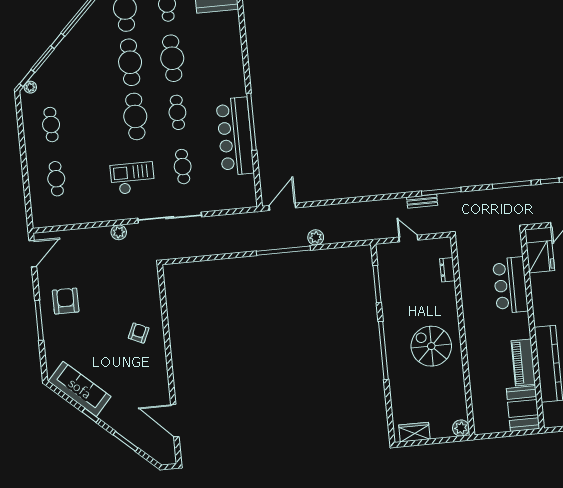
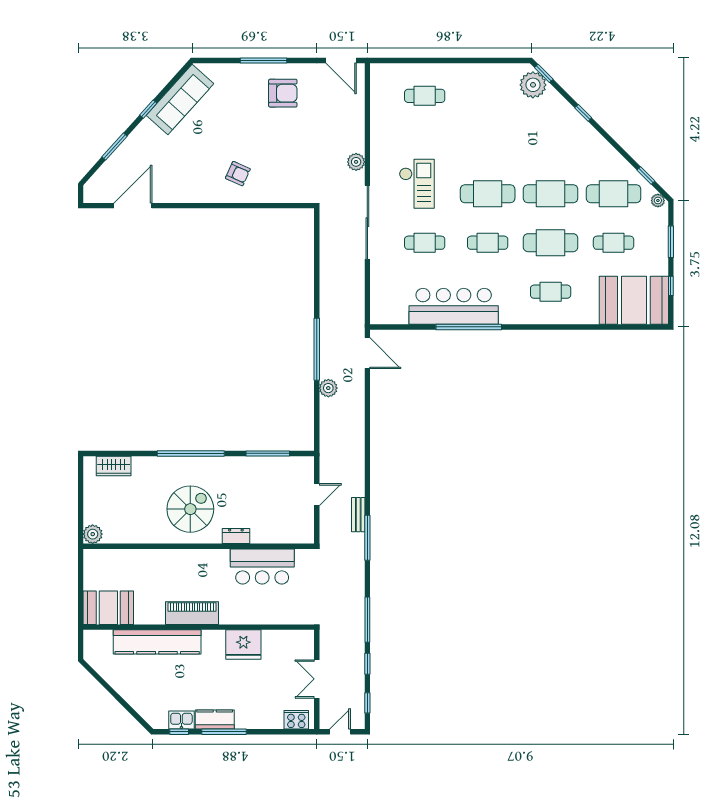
plant: (30, 87) -> (533, 85), width x1.87, depth x1.87
cafe table: (51, 125) -> (551, 292), moved
fridge: (540, 257) -> (243, 645), moved
dresser: (447, 270) -> (236, 536), moved
bar counter: (510, 285) -> (262, 566), moved, turned 180
piano: (523, 363) -> (192, 613), moved
wardrobe: (414, 432) -> (114, 466), moved, turned 90

